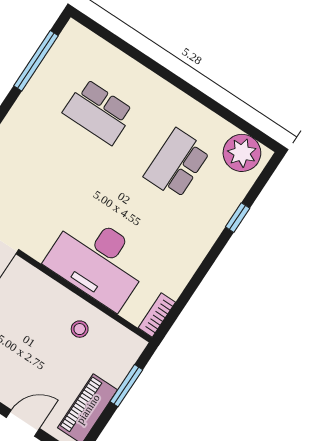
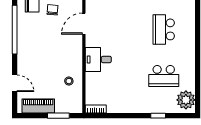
school desk: (177, 164) -> (164, 76), turned 180
desk: (98, 261) -> (98, 59), width x0.53, depth x0.77

